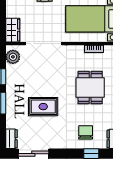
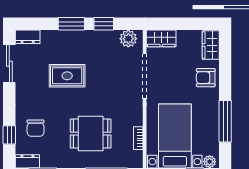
rug: (43, 107) -> (67, 76), turned 90
chair: (86, 132) -> (36, 128), turned 90

